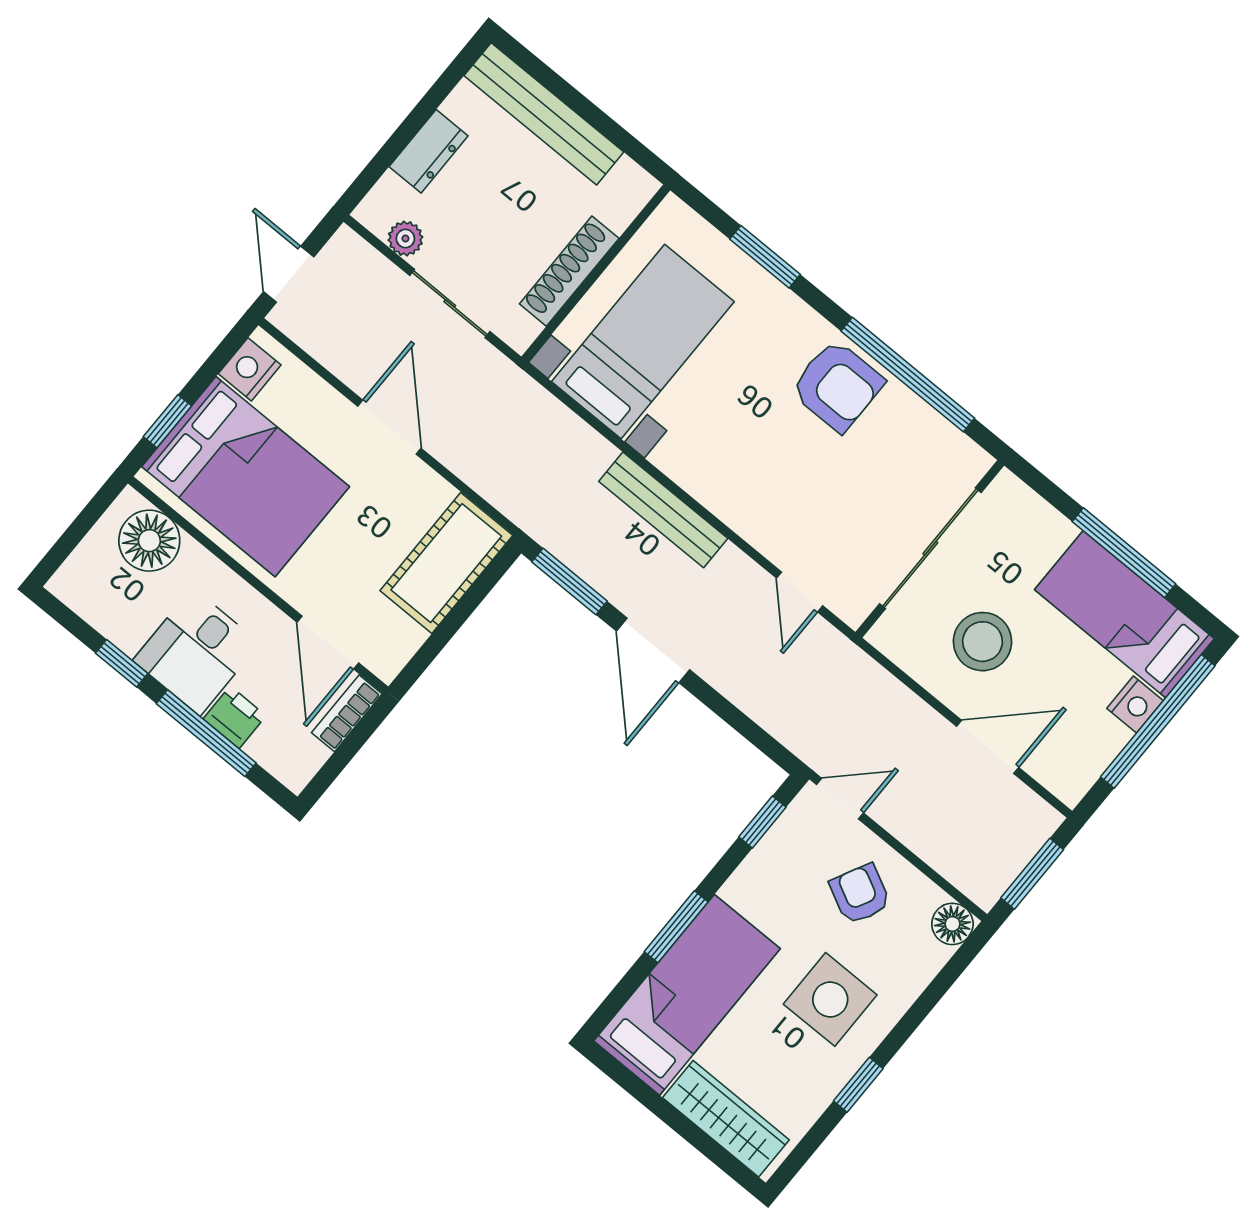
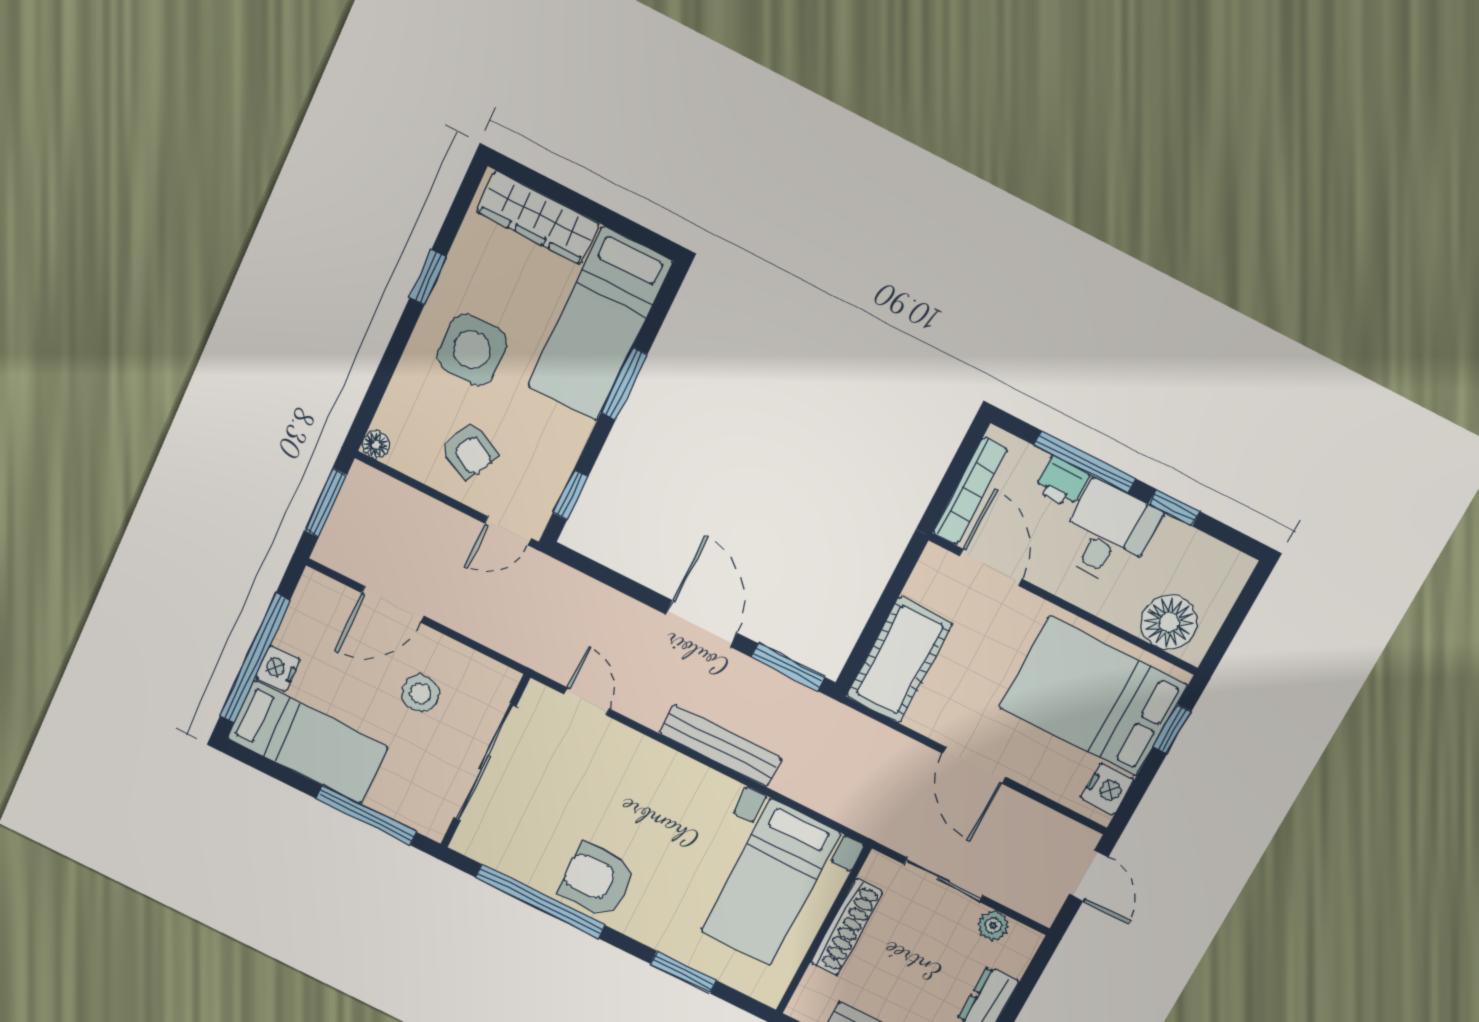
window: (1124, 553) -> (366, 815), moved
stool: (983, 642) -> (420, 693), width x0.73, depth x0.73
bookcase: (347, 713) -> (970, 491), width x1.56
floor lamp: (952, 924) -> (376, 445), width x0.73, depth x0.73

